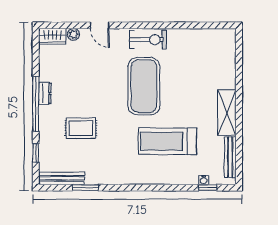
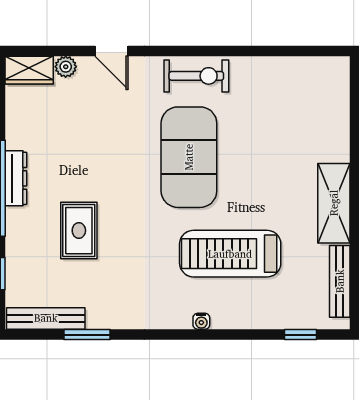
dresser: (45, 93) -> (16, 178), width x1.44
rug: (81, 128) -> (79, 231), turned 90
water cooler: (204, 180) -> (201, 321), moved

